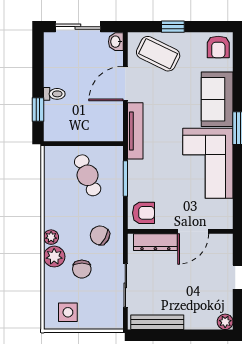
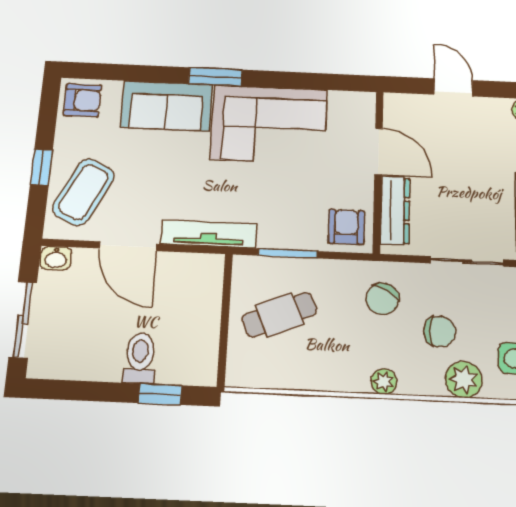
toilet: (54, 94) -> (140, 358), width x1.37, depth x1.39
plant: (54, 257) -> (464, 380), moved

